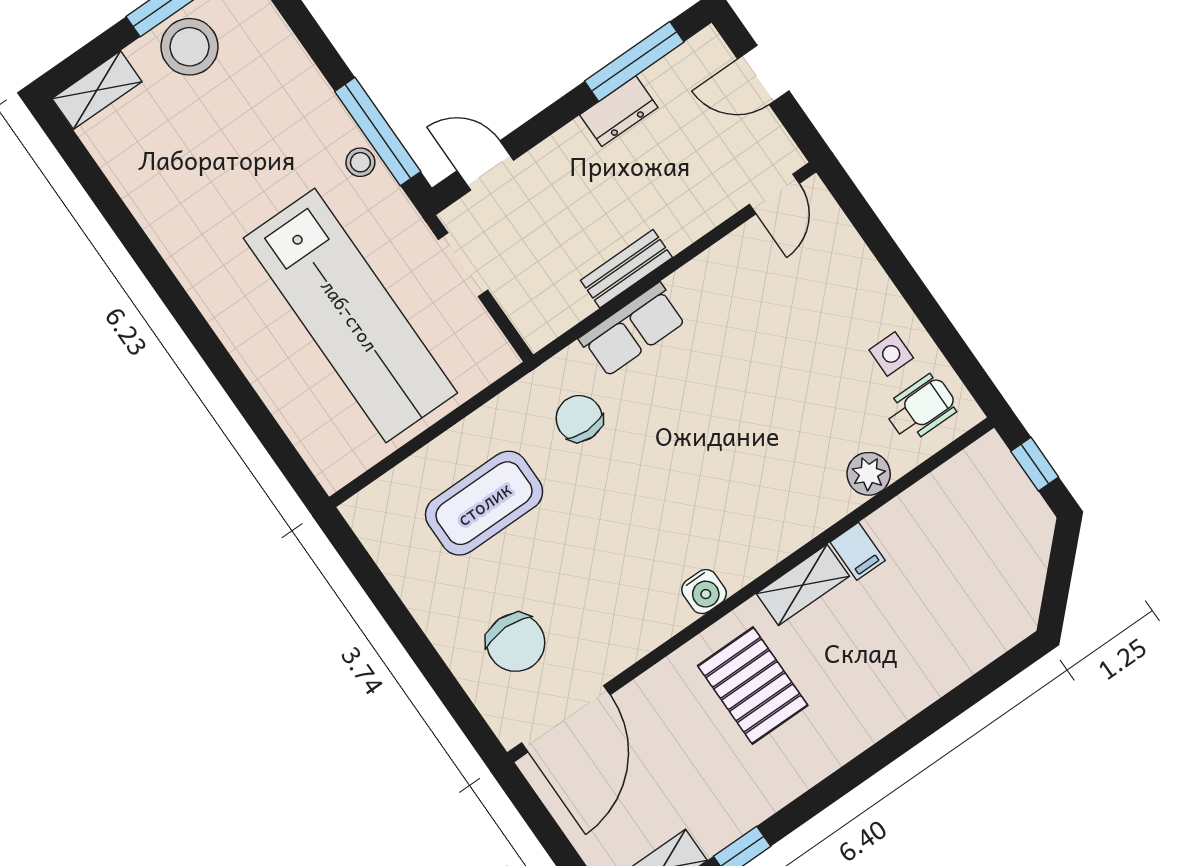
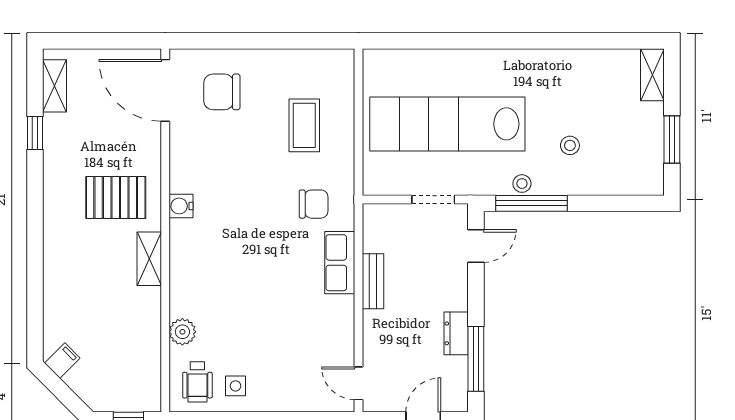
stool: (190, 47) -> (570, 145), moved, width x0.53, depth x0.53
coffee table: (484, 503) -> (304, 125), width x0.73, depth x0.76
filing cabinet: (858, 551) -> (62, 361), moved, turned 135

